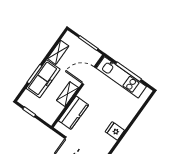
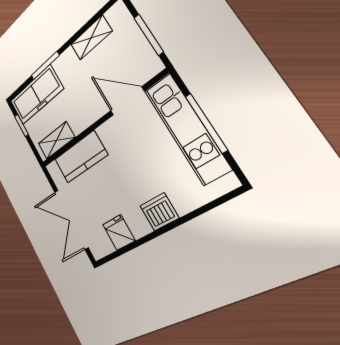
freezer: (43, 79) -> (36, 95), moved
shelving: (67, 94) -> (56, 140), moved
dishwasher: (124, 119) -> (159, 212), added
fridge: (115, 131) -> (119, 233), moved

